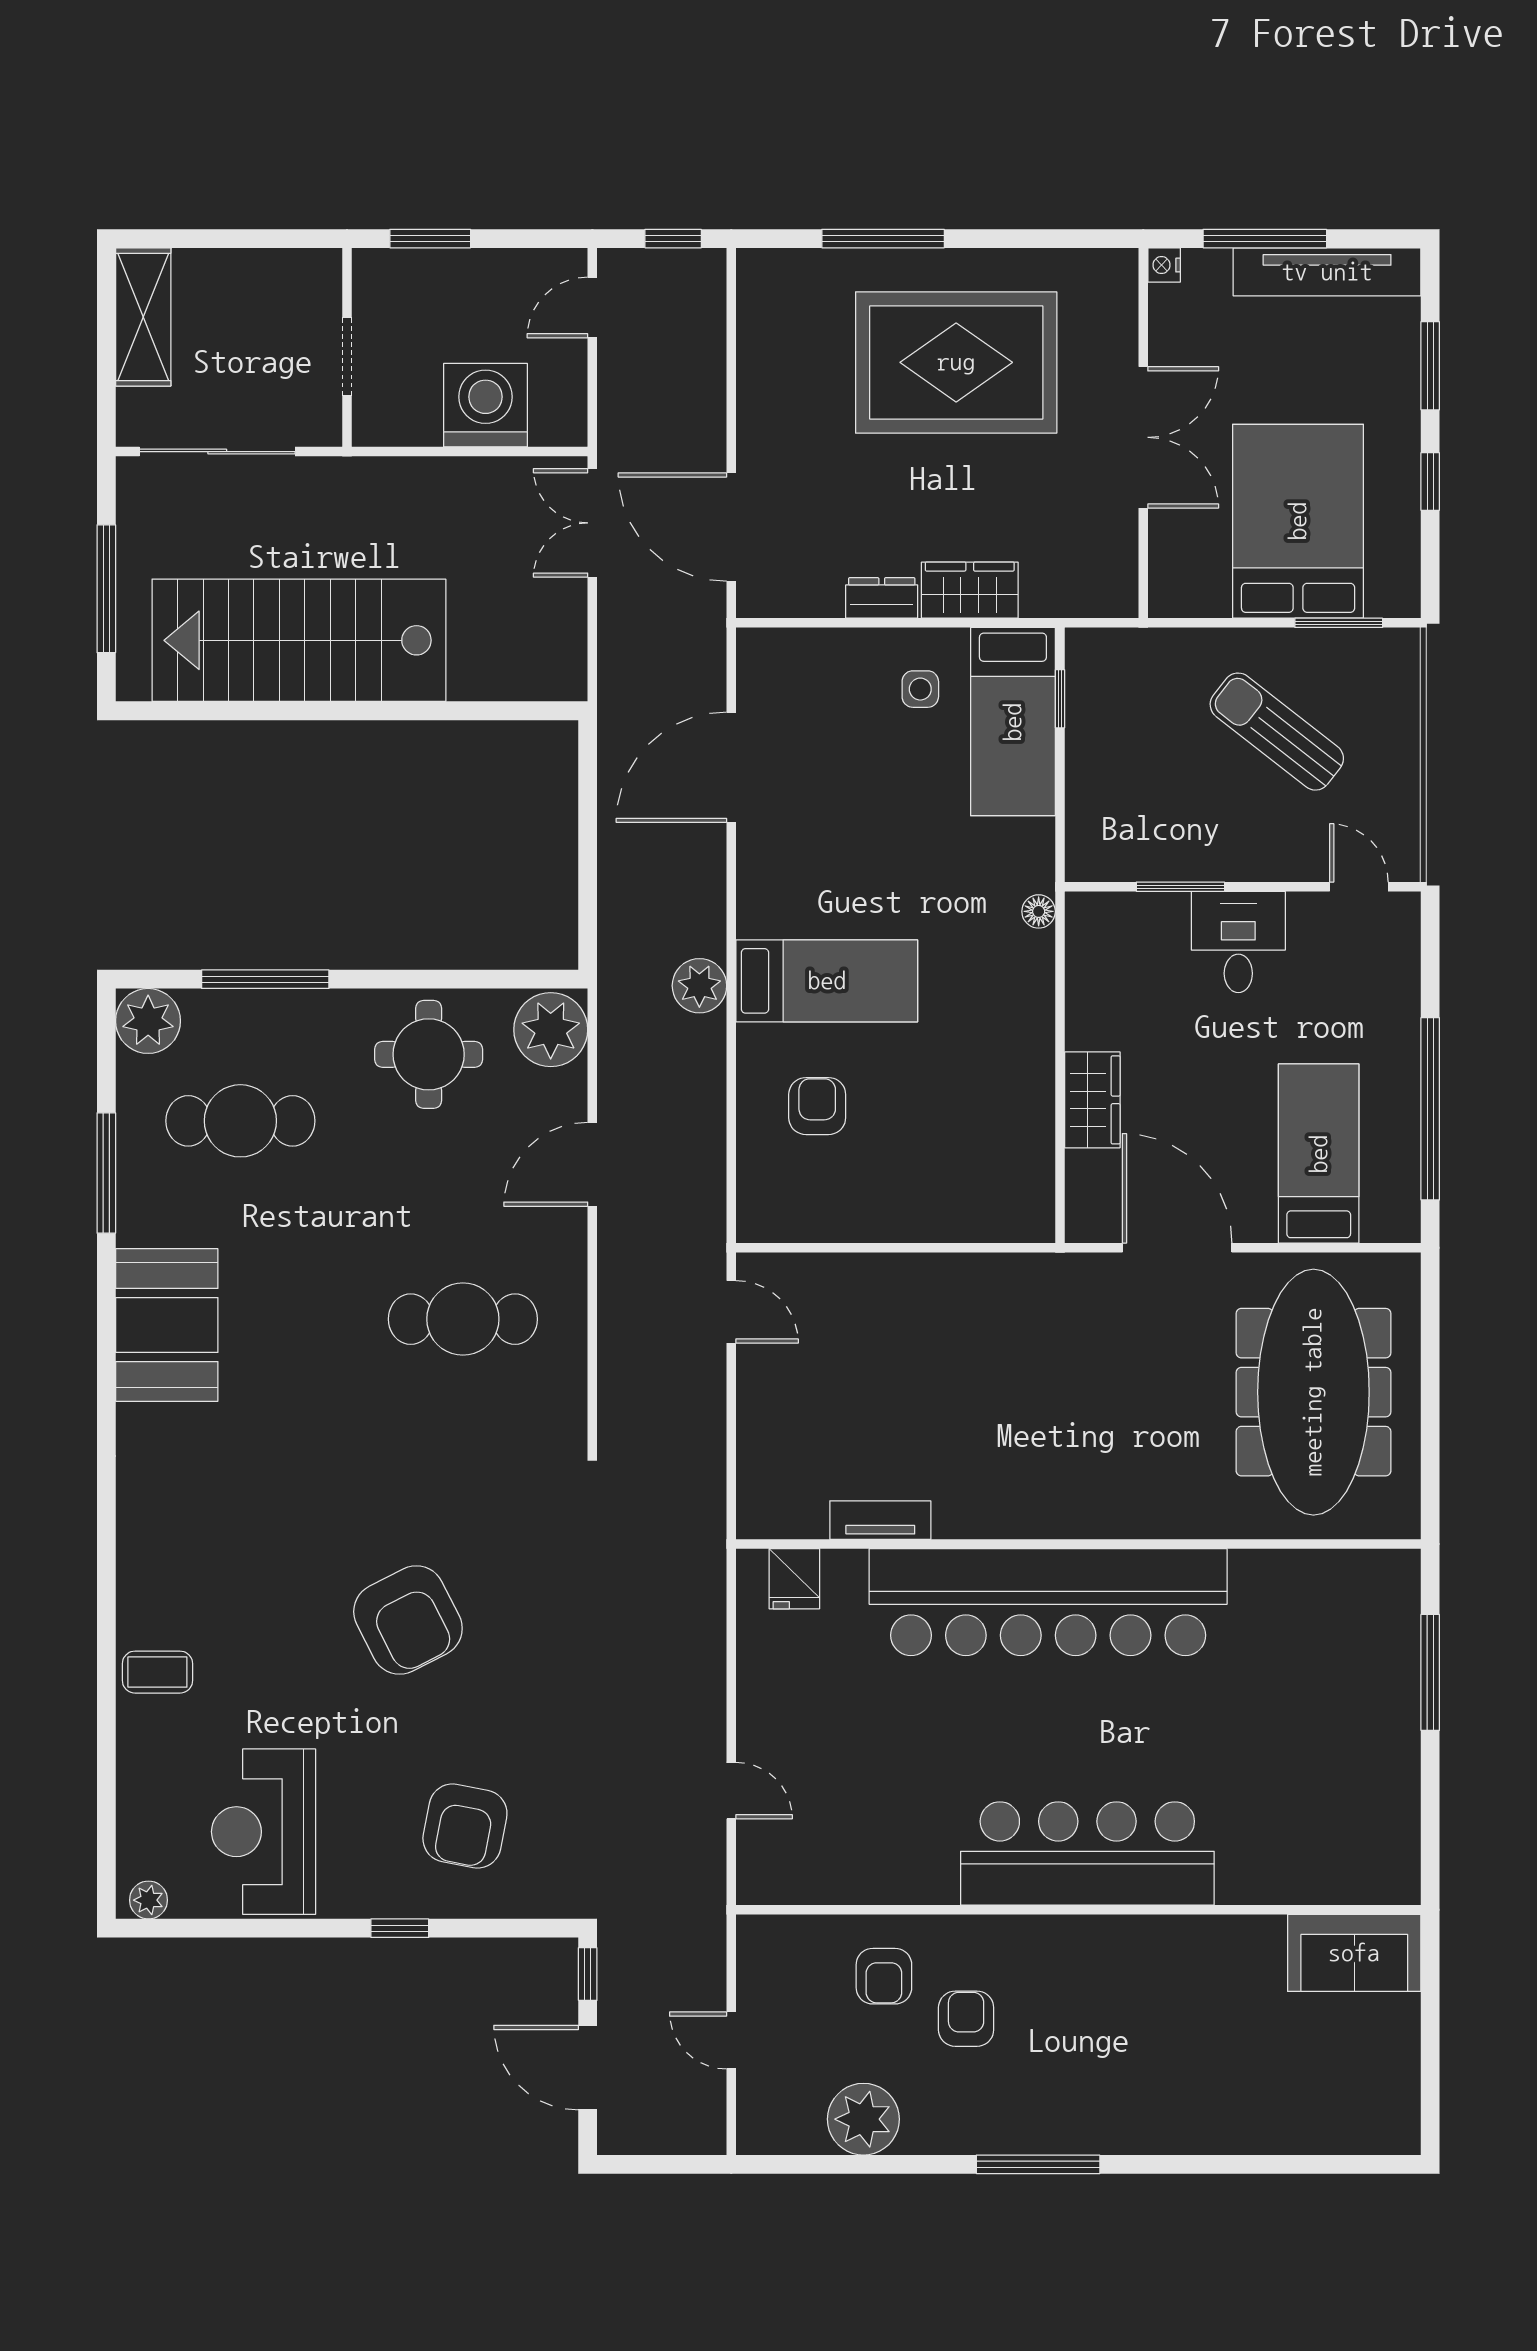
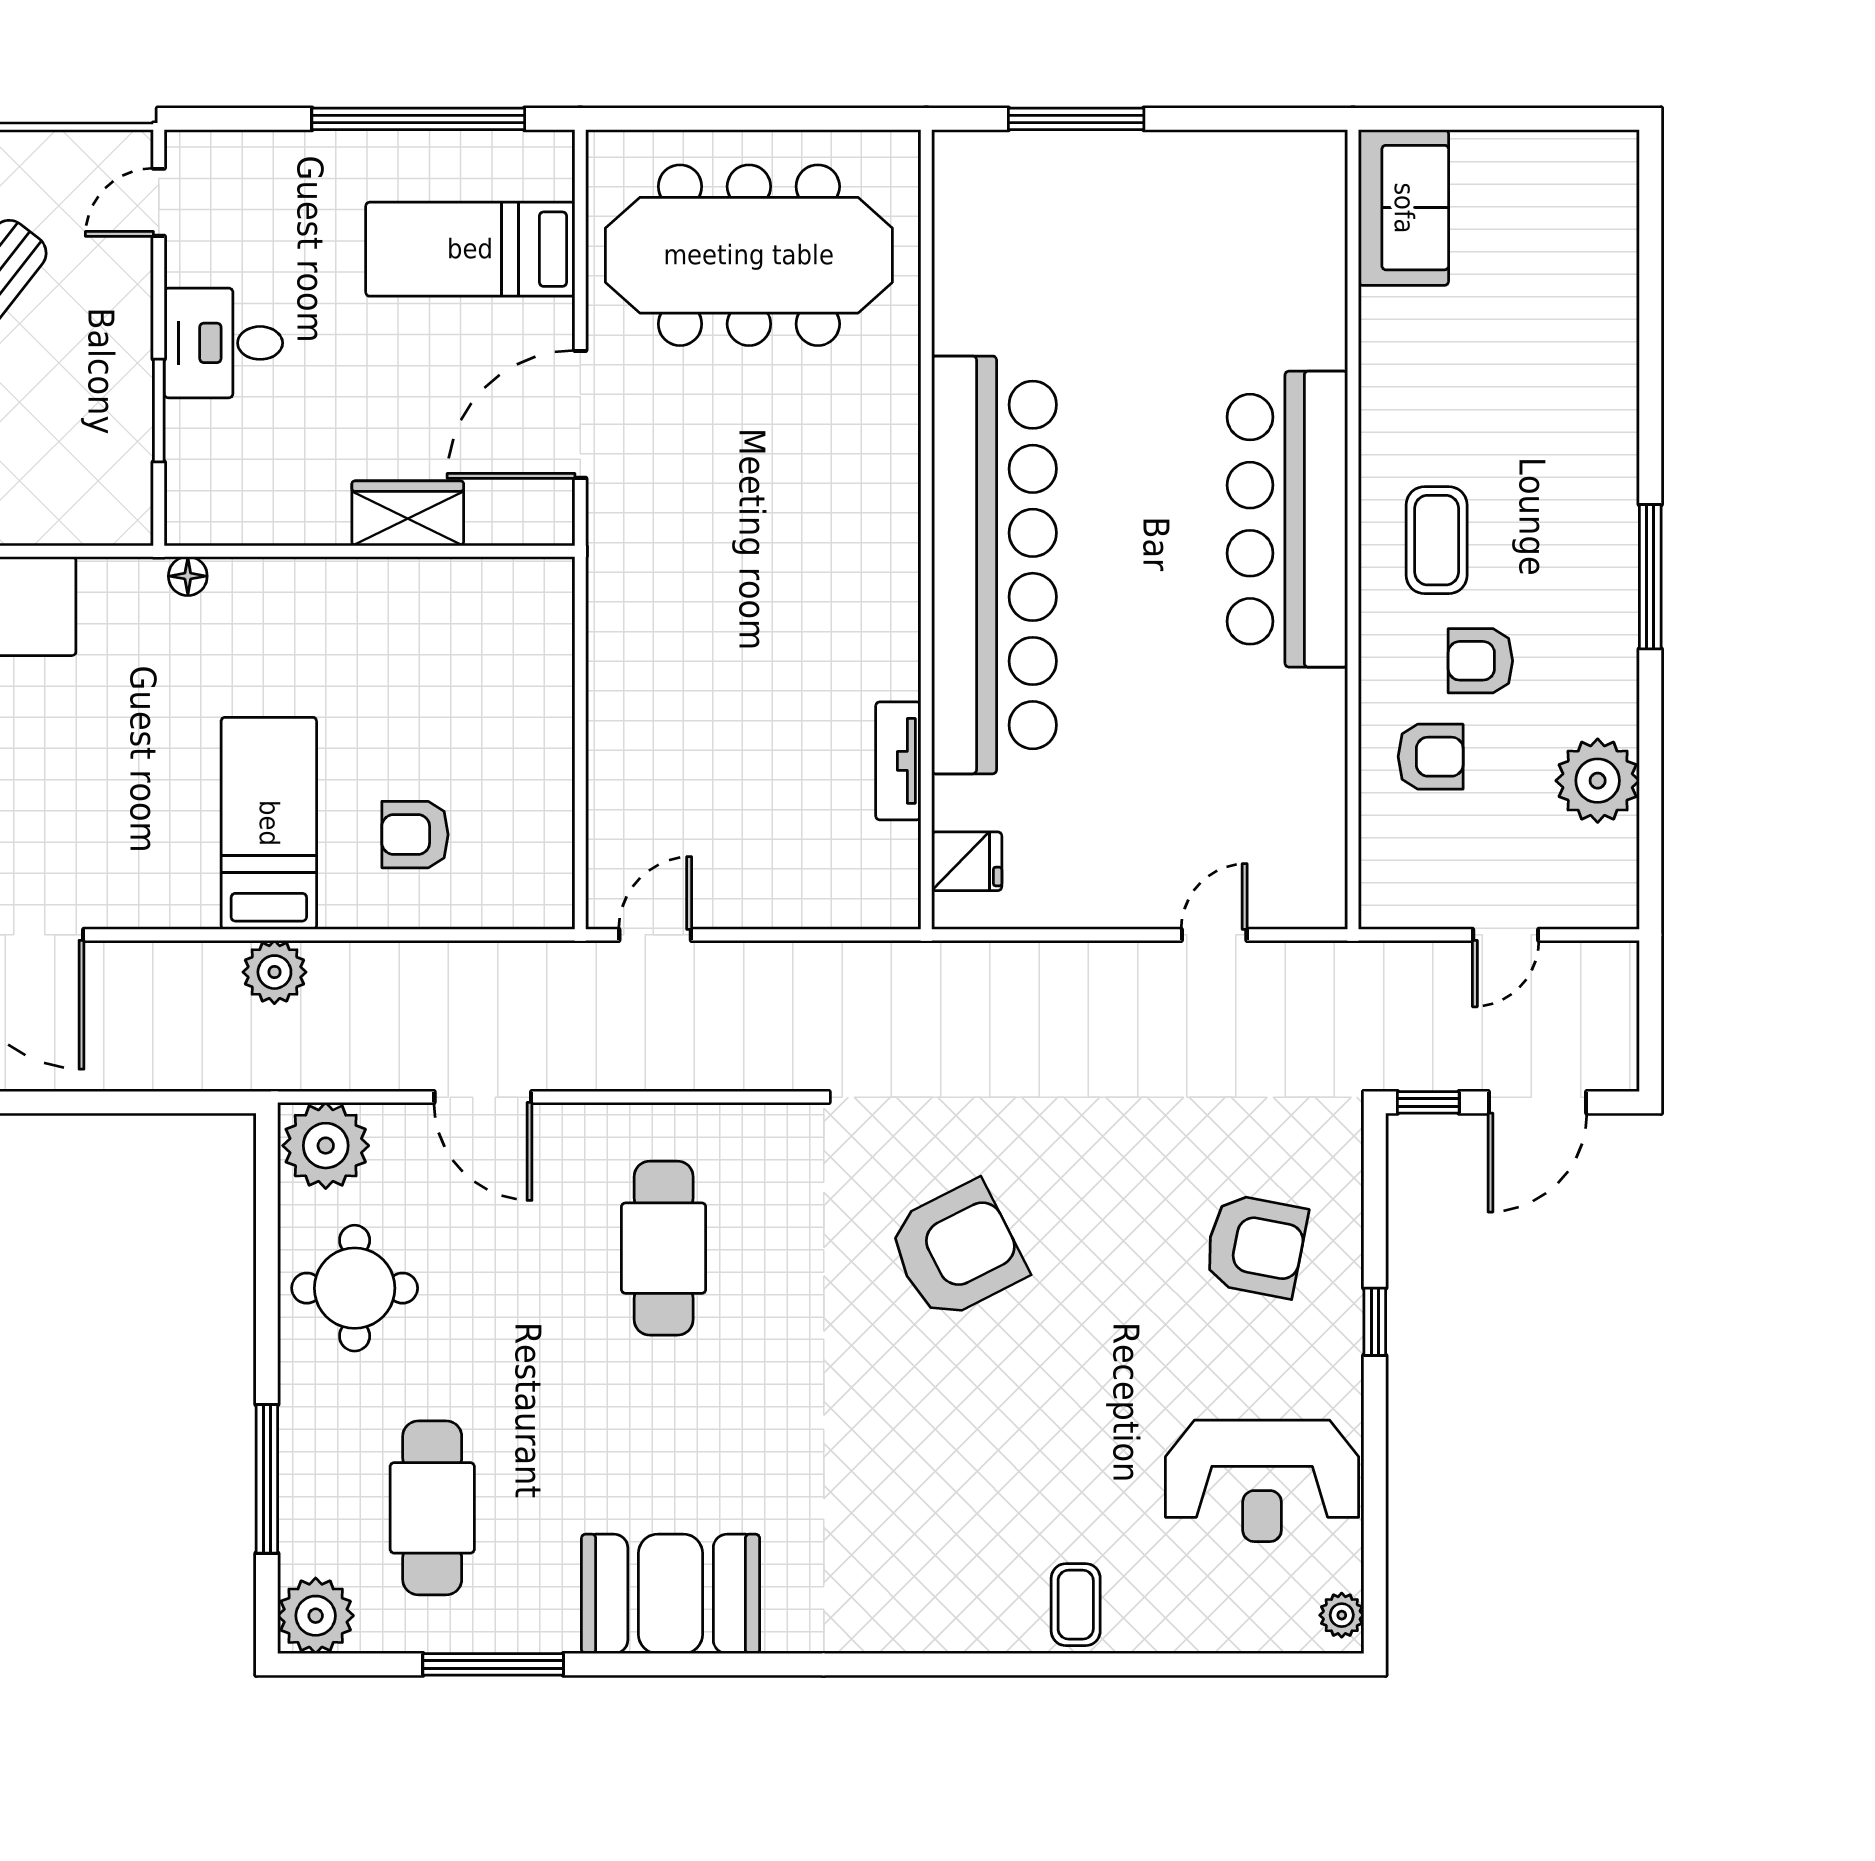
armchair: (408, 1620) -> (957, 1251), moved
coffee table: (1069, 1981) -> (1437, 540), added

